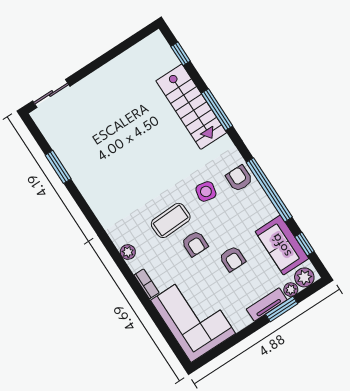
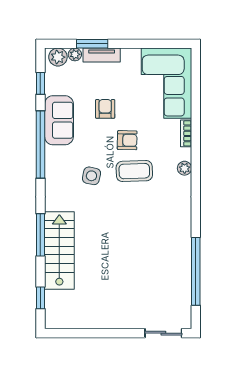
window: (58, 167) -> (196, 271), width x2.11
armchair: (239, 178) -> (58, 169), removed
armchair: (195, 244) -> (127, 140), turned 91
sofa: (282, 245) -> (59, 120), moved

